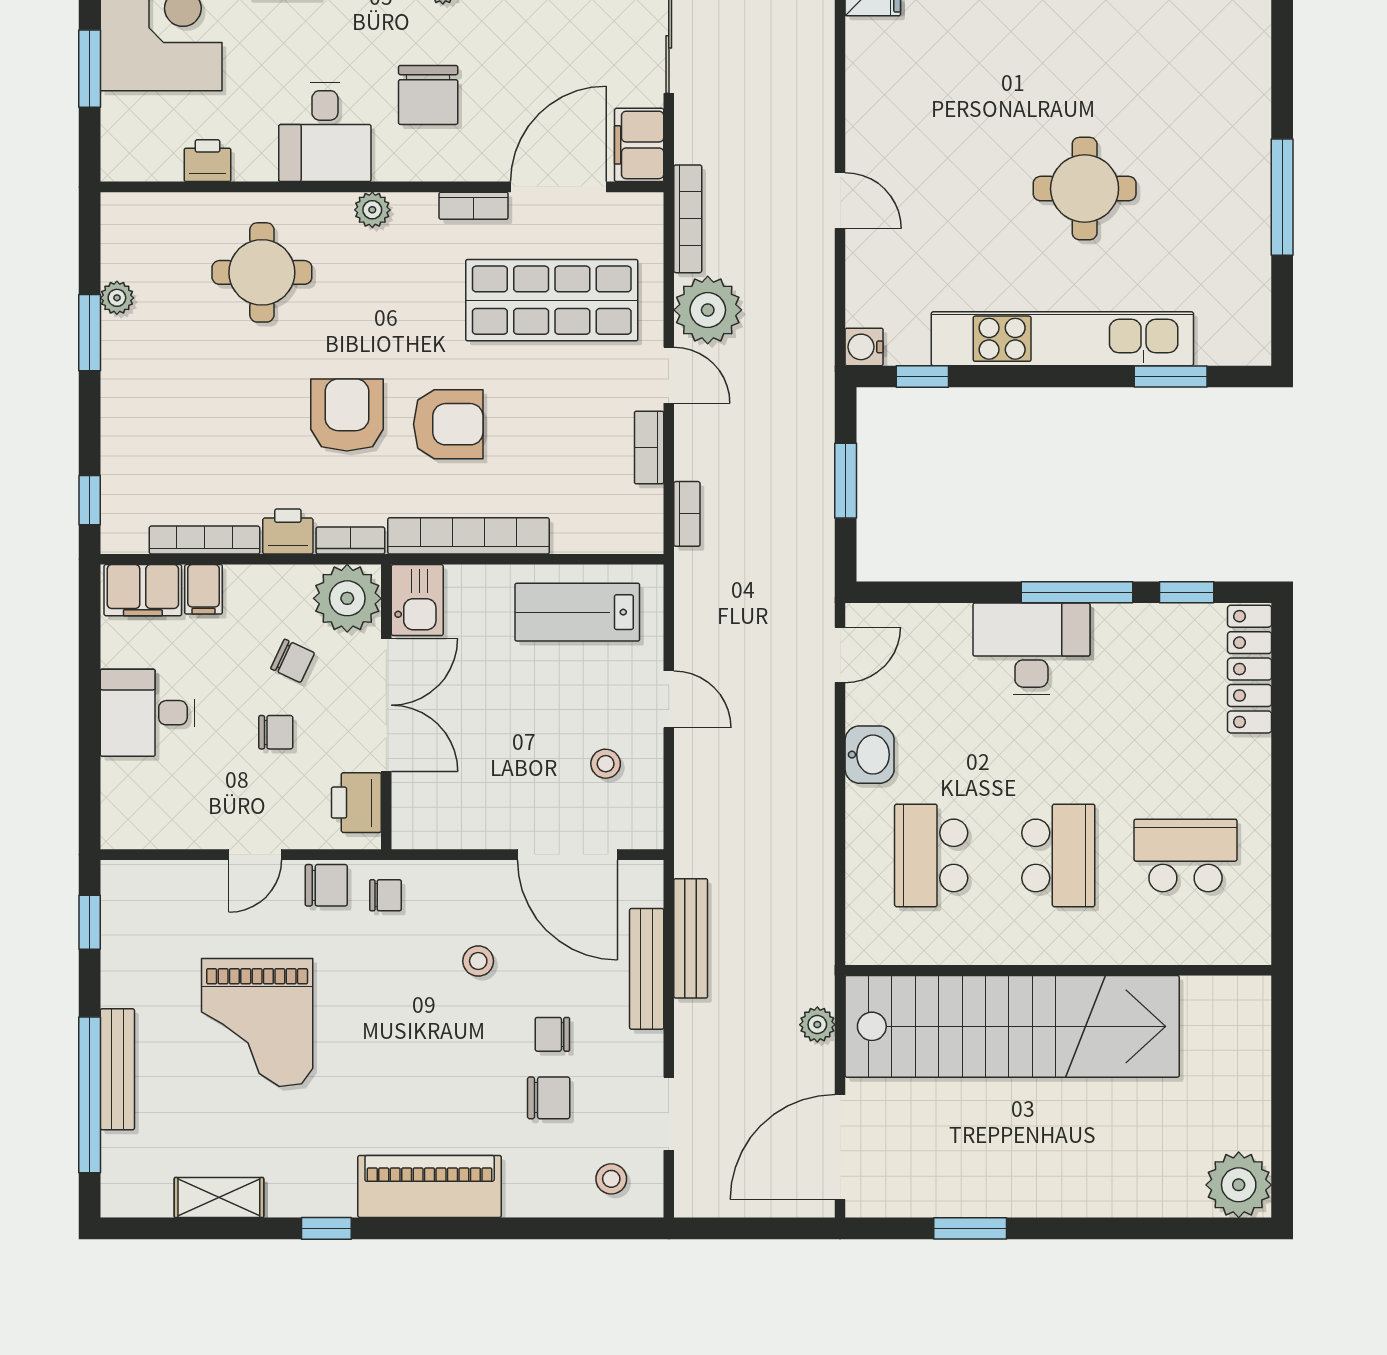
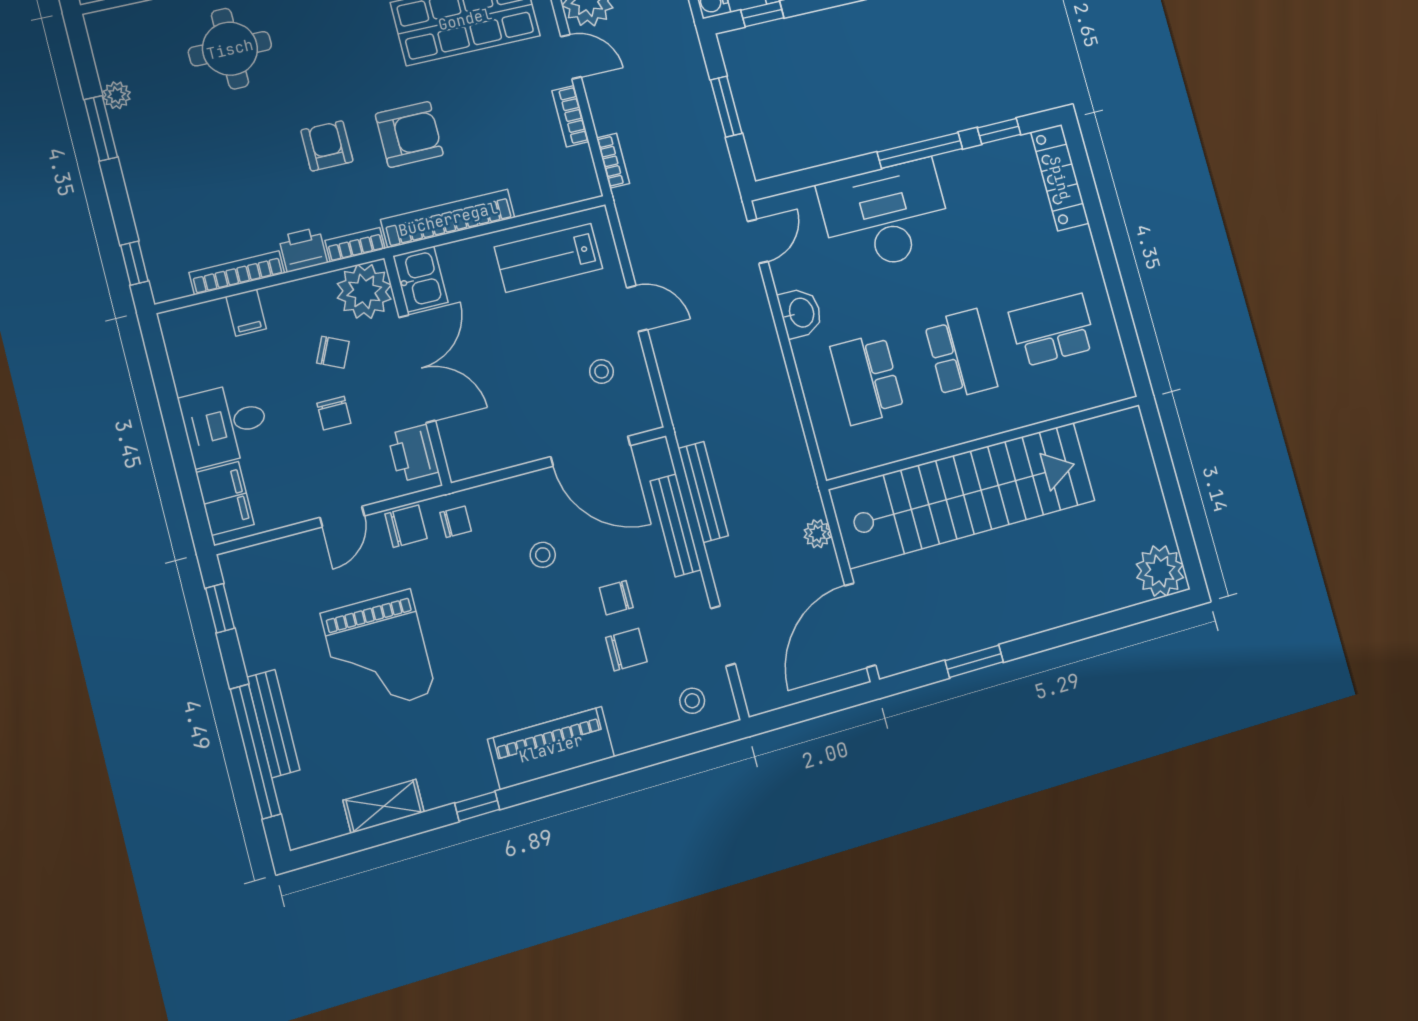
armchair: (347, 415) -> (327, 146), width x0.72, depth x0.72
filing cabinet: (143, 590) -> (225, 498), moved, turned -90
desk: (1031, 649) -> (886, 216), width x1.36, depth x1.30
chair: (276, 732) -> (334, 413), turned 90

